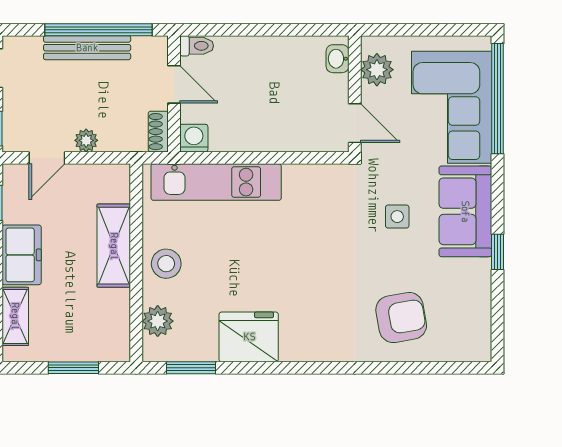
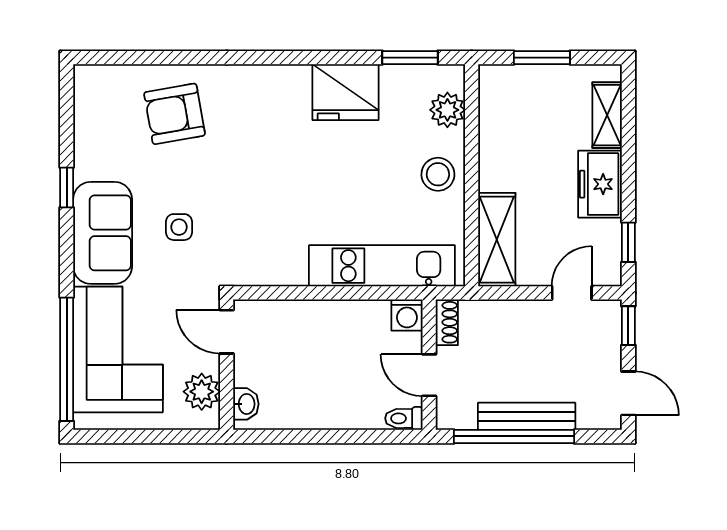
plant: (86, 140) -> (528, 312), removed
shelving: (114, 246) -> (497, 240), moved

